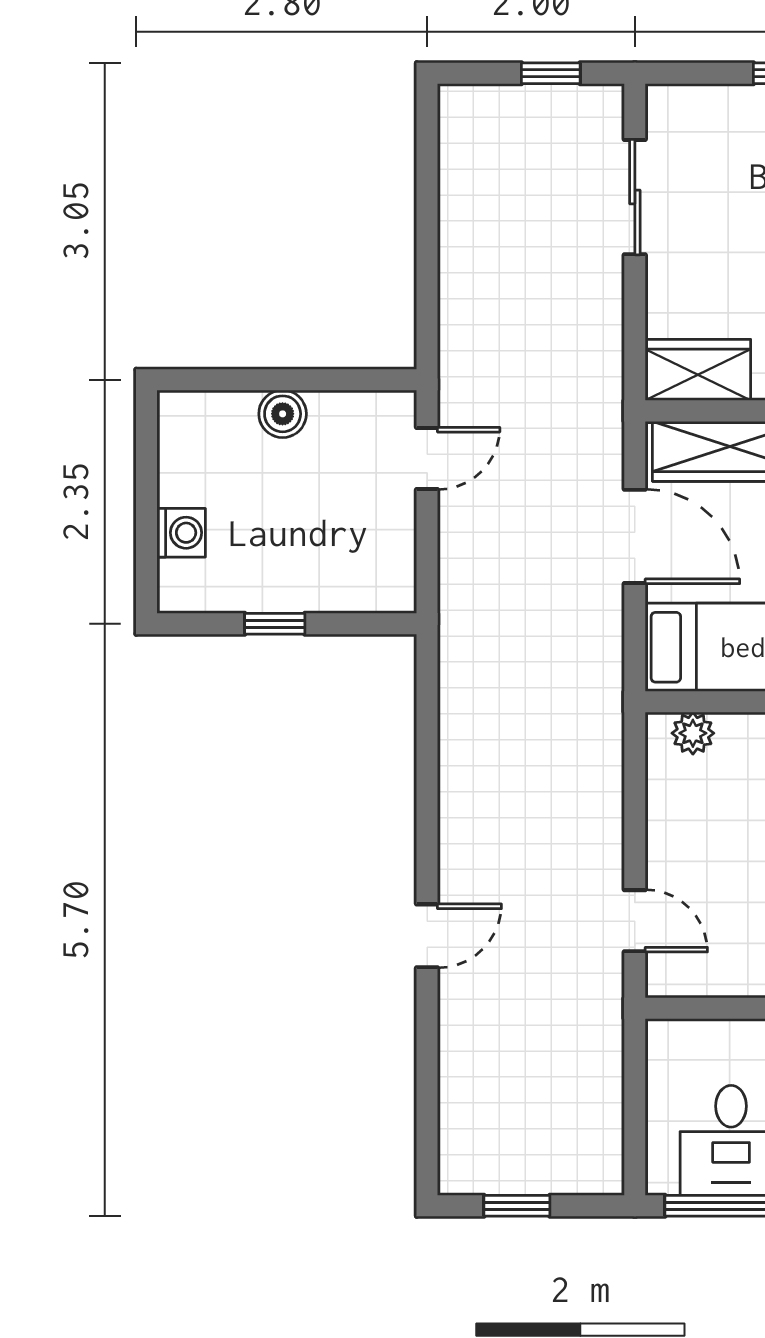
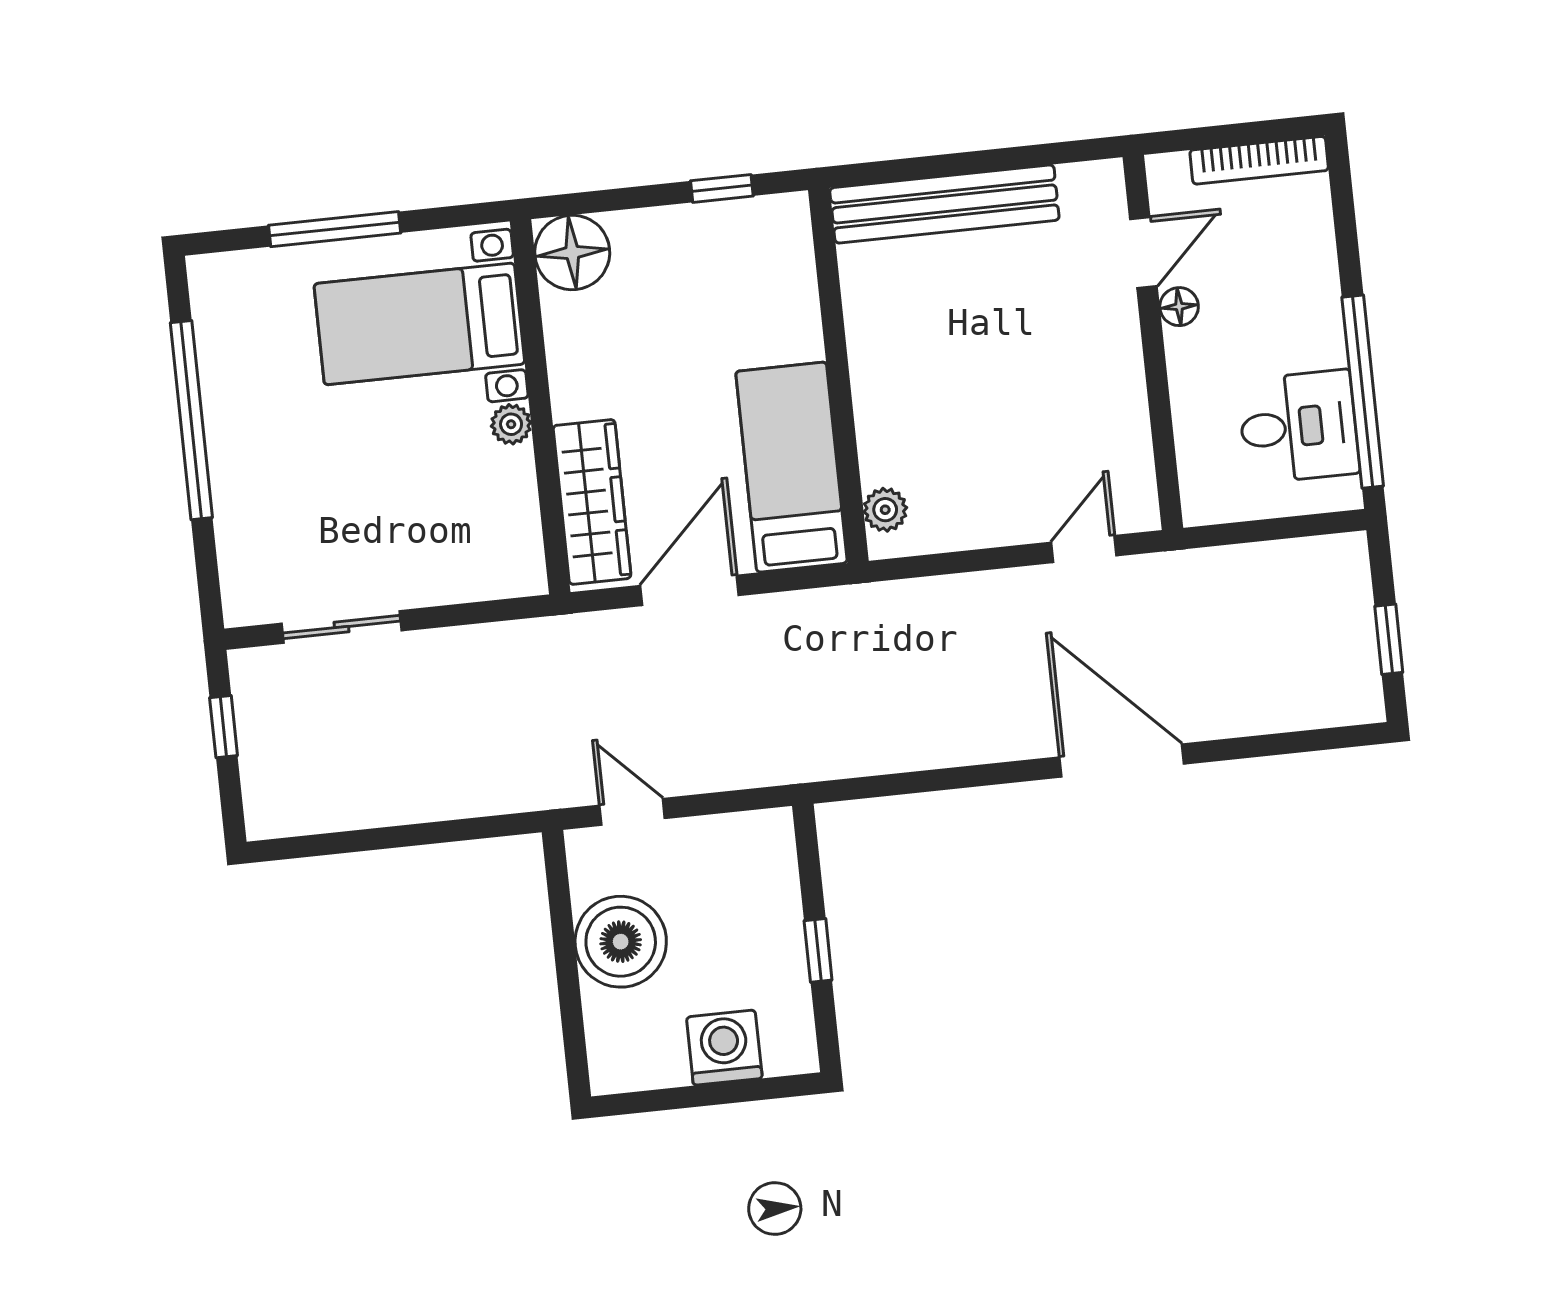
wardrobe: (698, 370) -> (512, 544), removed
boiler: (283, 414) -> (621, 942), width x1.86, depth x1.86
washing machine: (181, 533) -> (724, 1048), width x1.38, depth x1.38
door: (427, 936) -> (1122, 760), width x1.88

